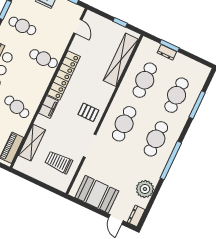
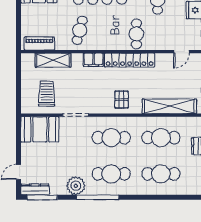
window: (197, 105) -> (42, 197), moved
pallet: (88, 112) -> (122, 100), moved
plant: (145, 189) -> (76, 186), moved
booth: (97, 194) -> (40, 129), moved, turned 90
dresser: (136, 216) -> (35, 189), width x1.44

